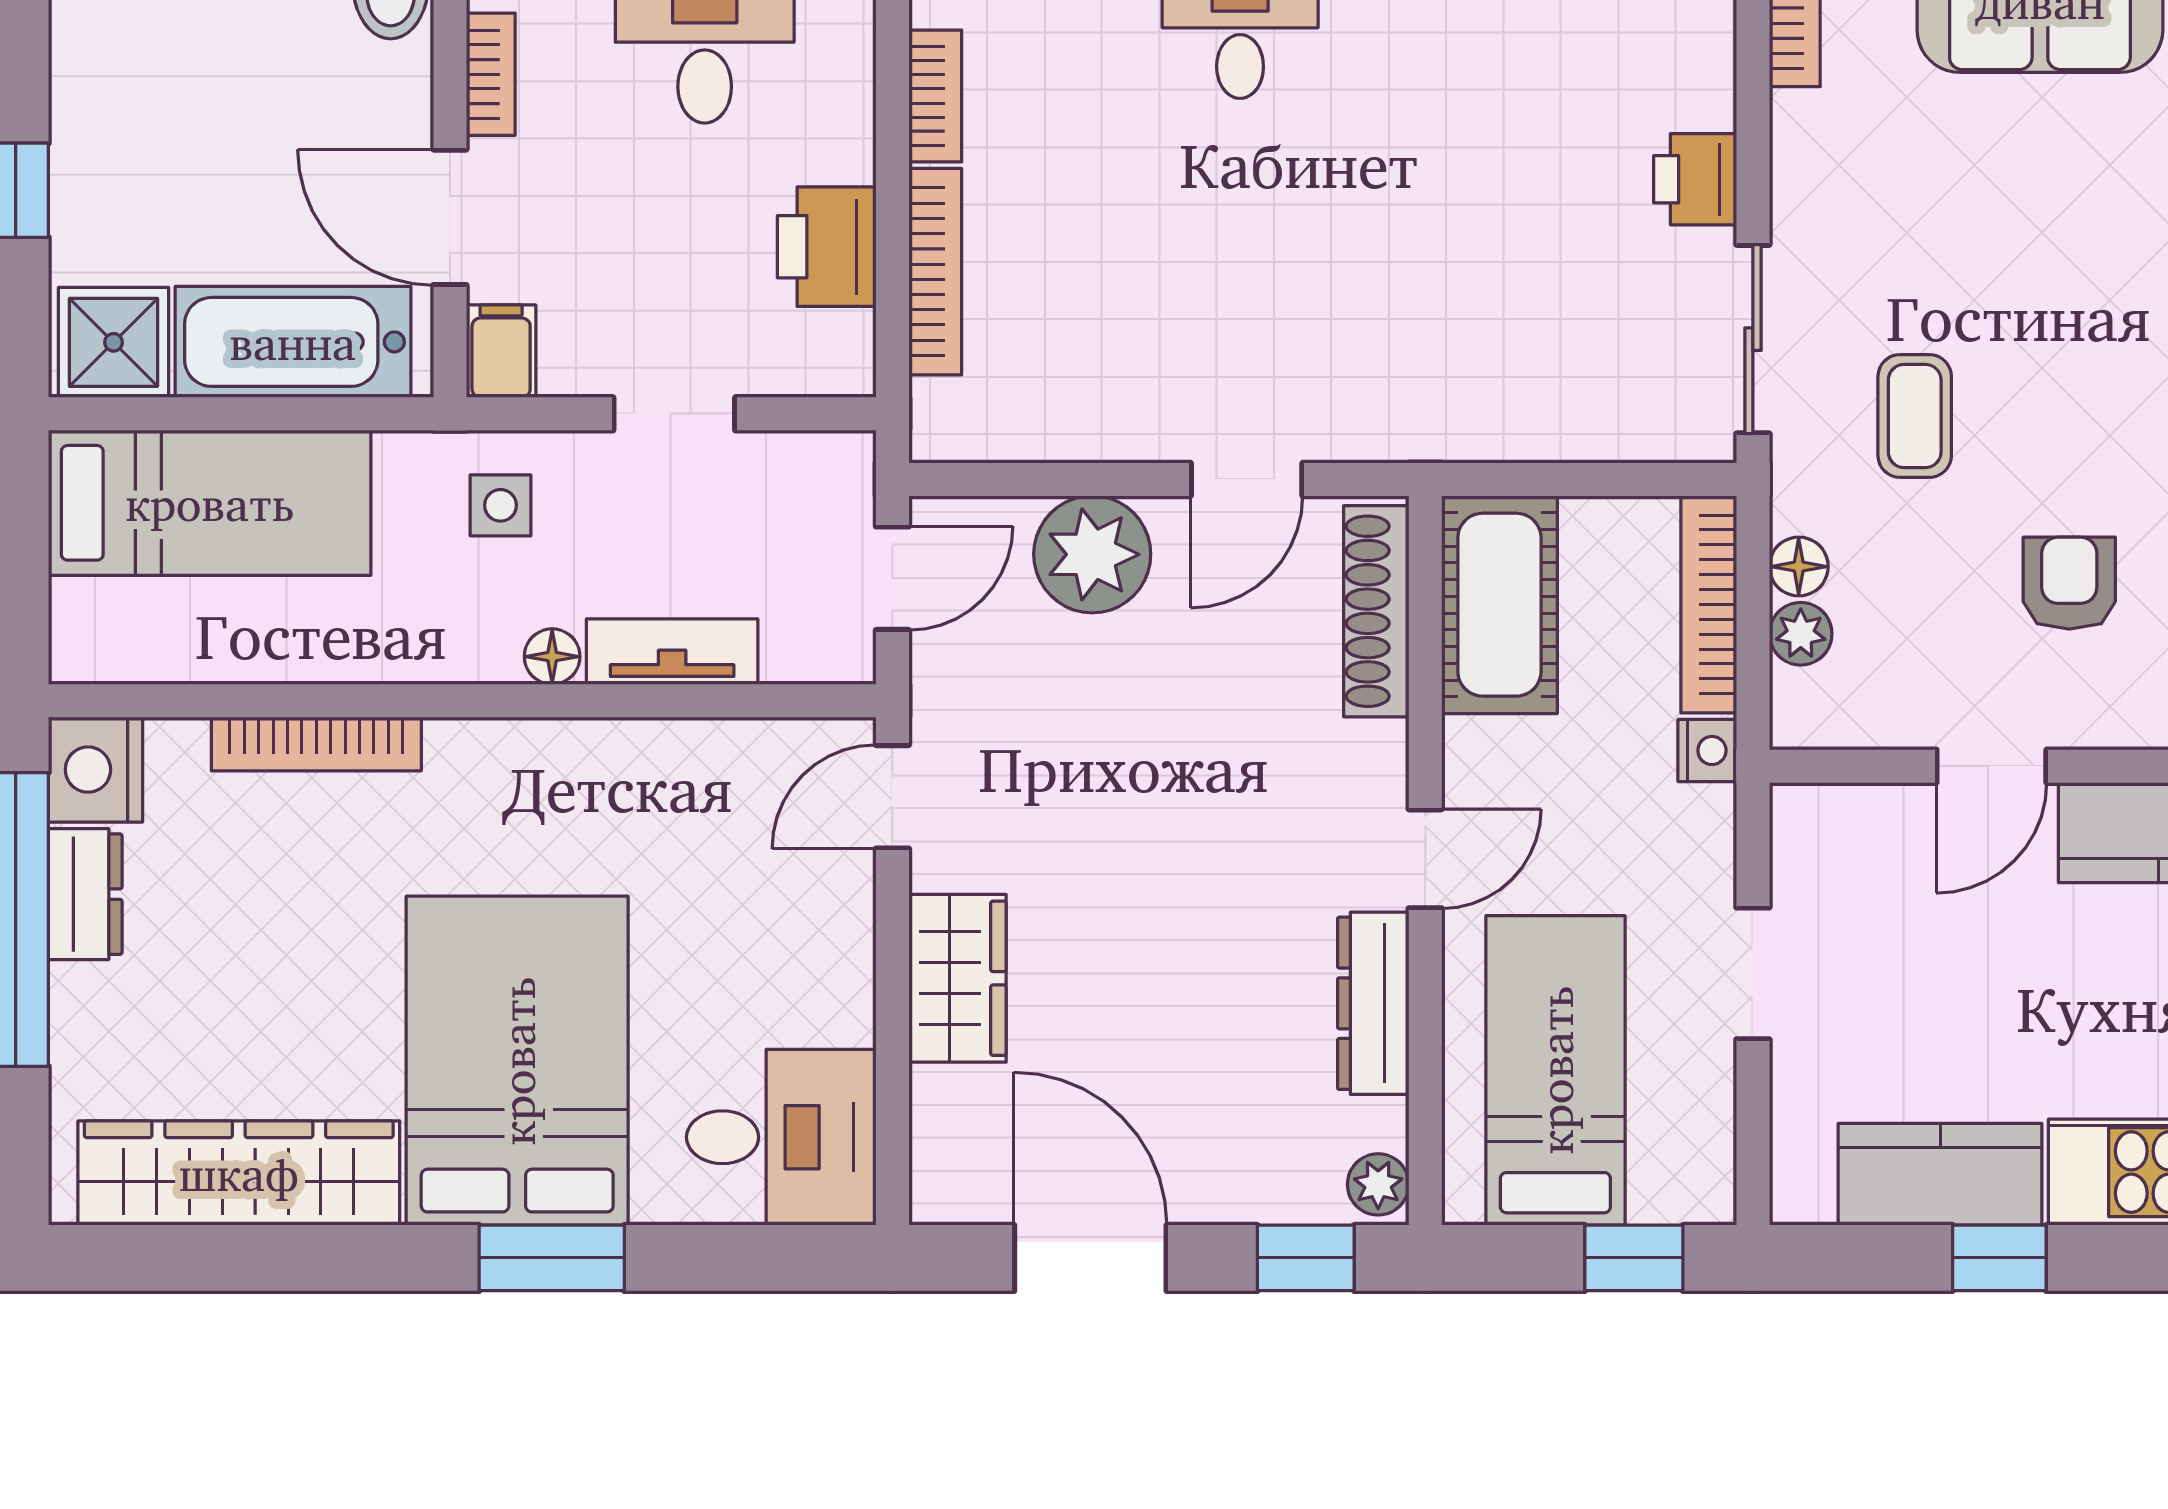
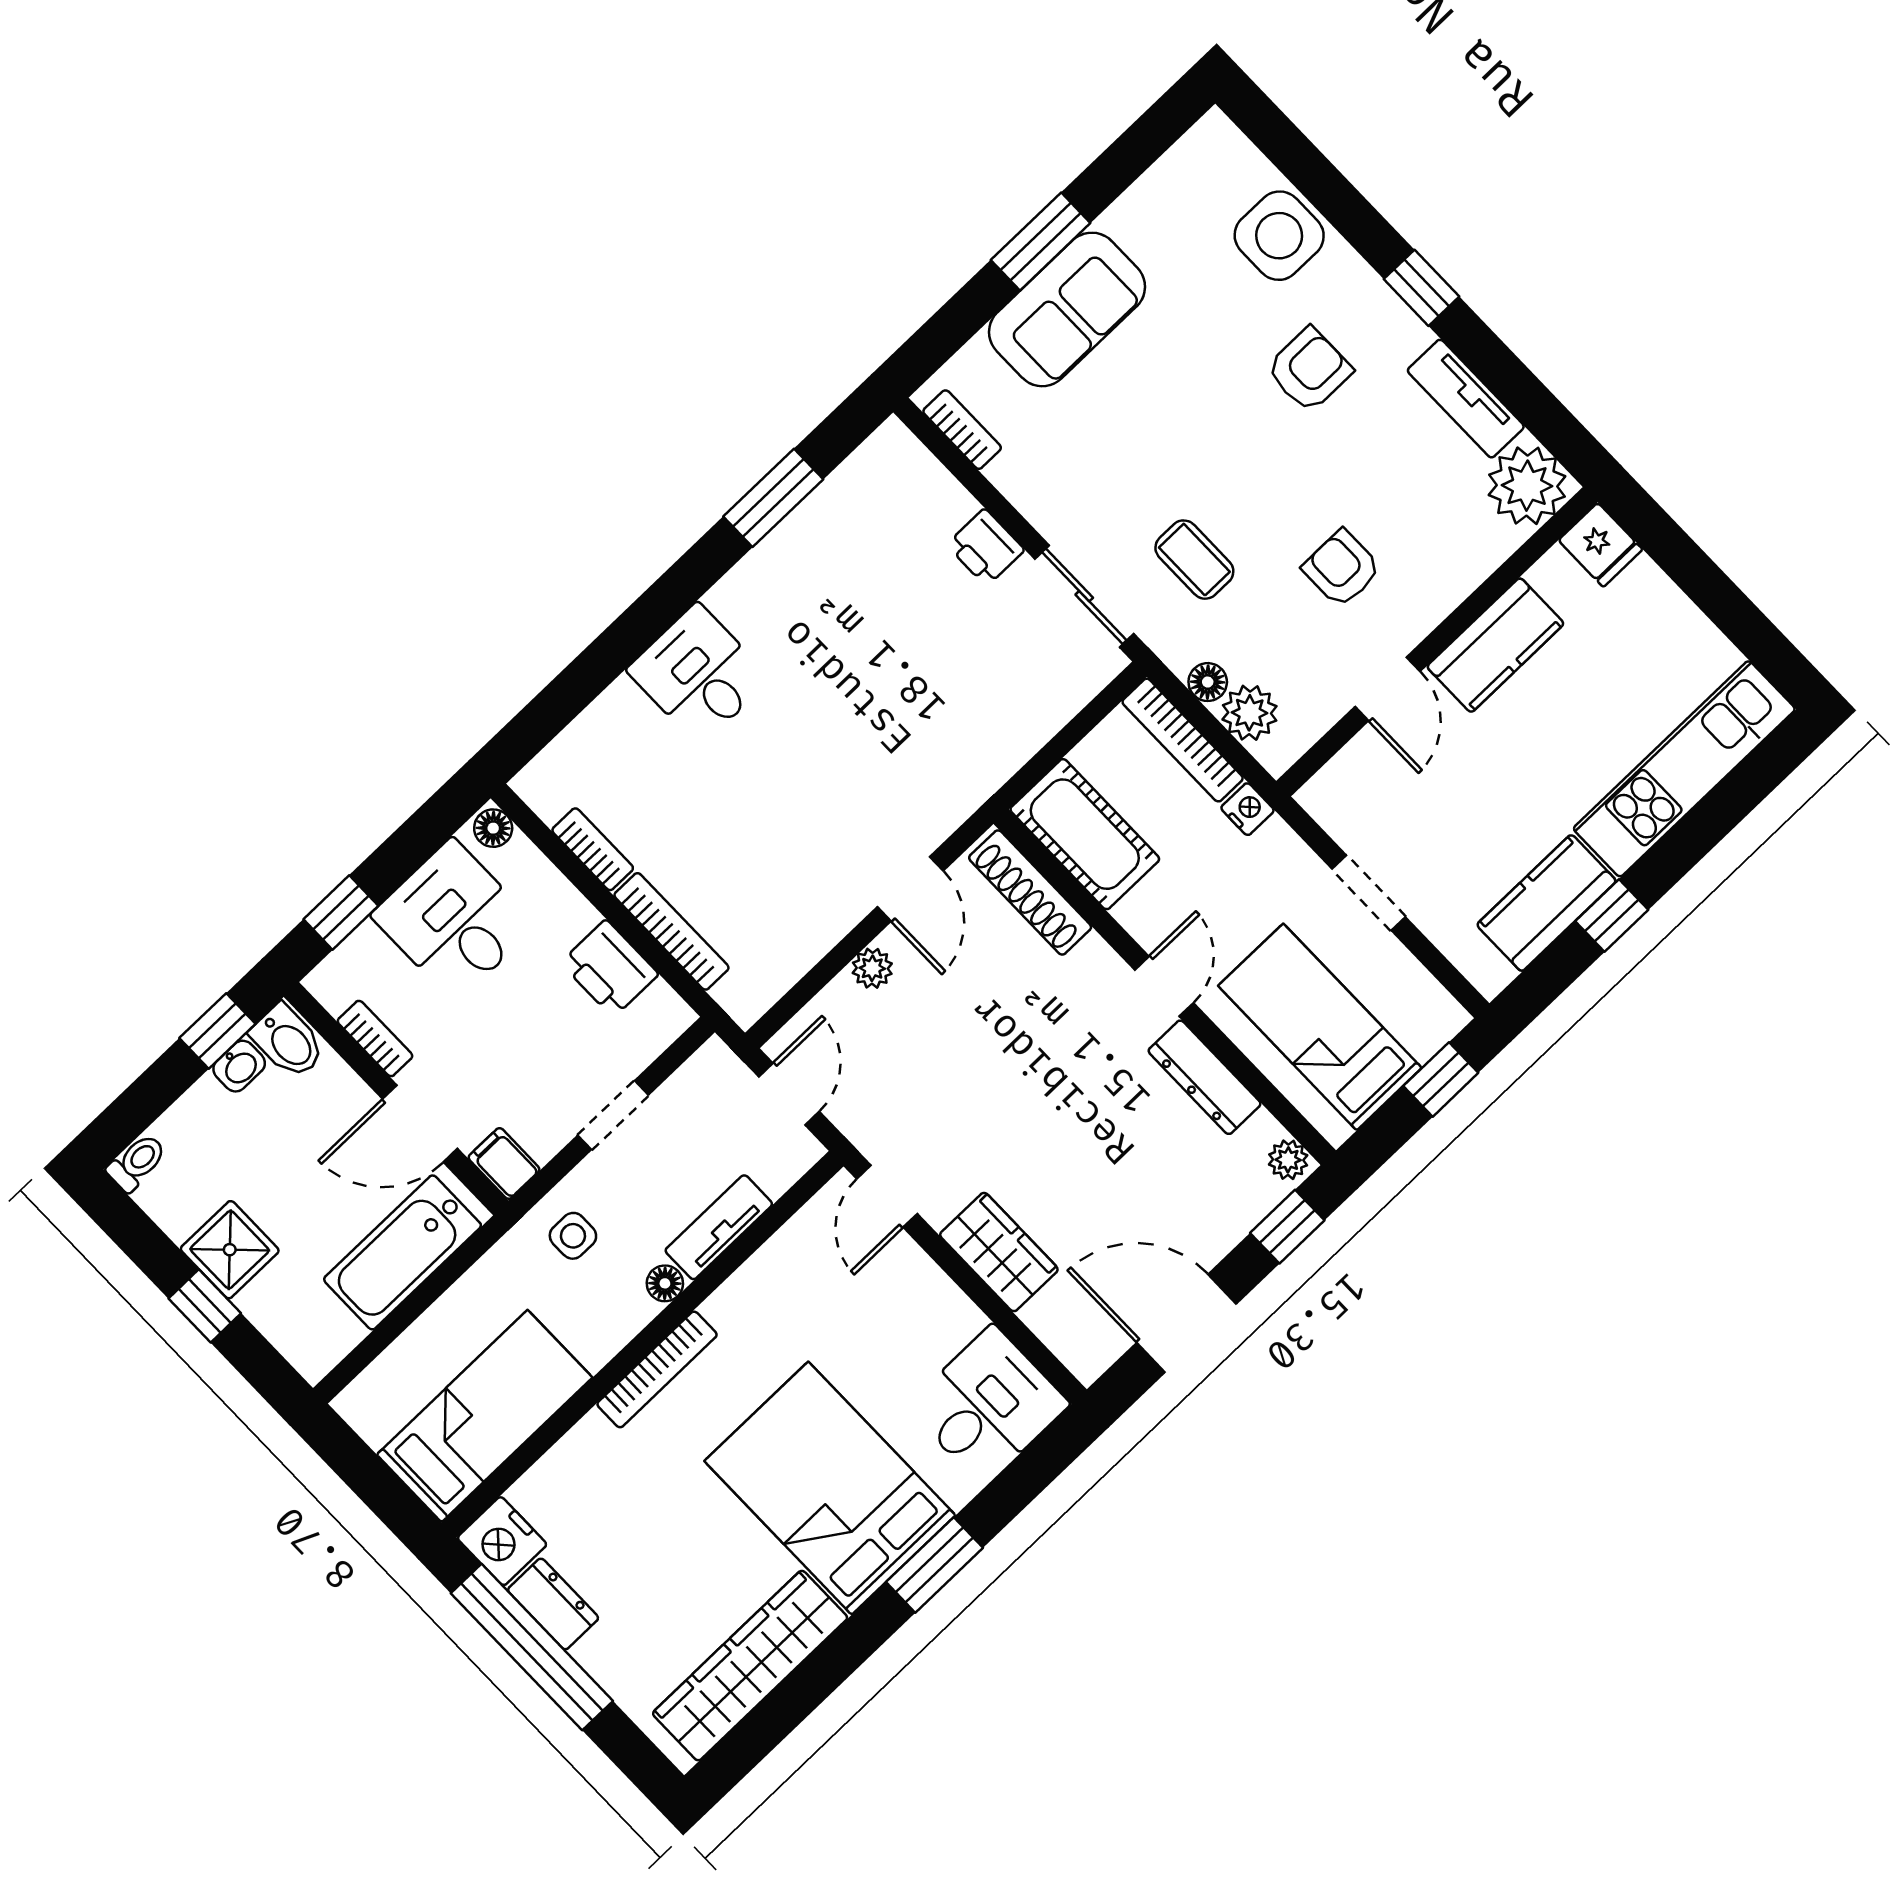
shower: (114, 342) -> (230, 1250), moved
bed: (210, 503) -> (485, 1416), moved
plant: (1092, 554) -> (872, 968), width x0.53, depth x0.53
plant: (1801, 634) -> (1250, 713), width x1.38, depth x1.38
bookcase: (316, 744) -> (657, 1369), moved

